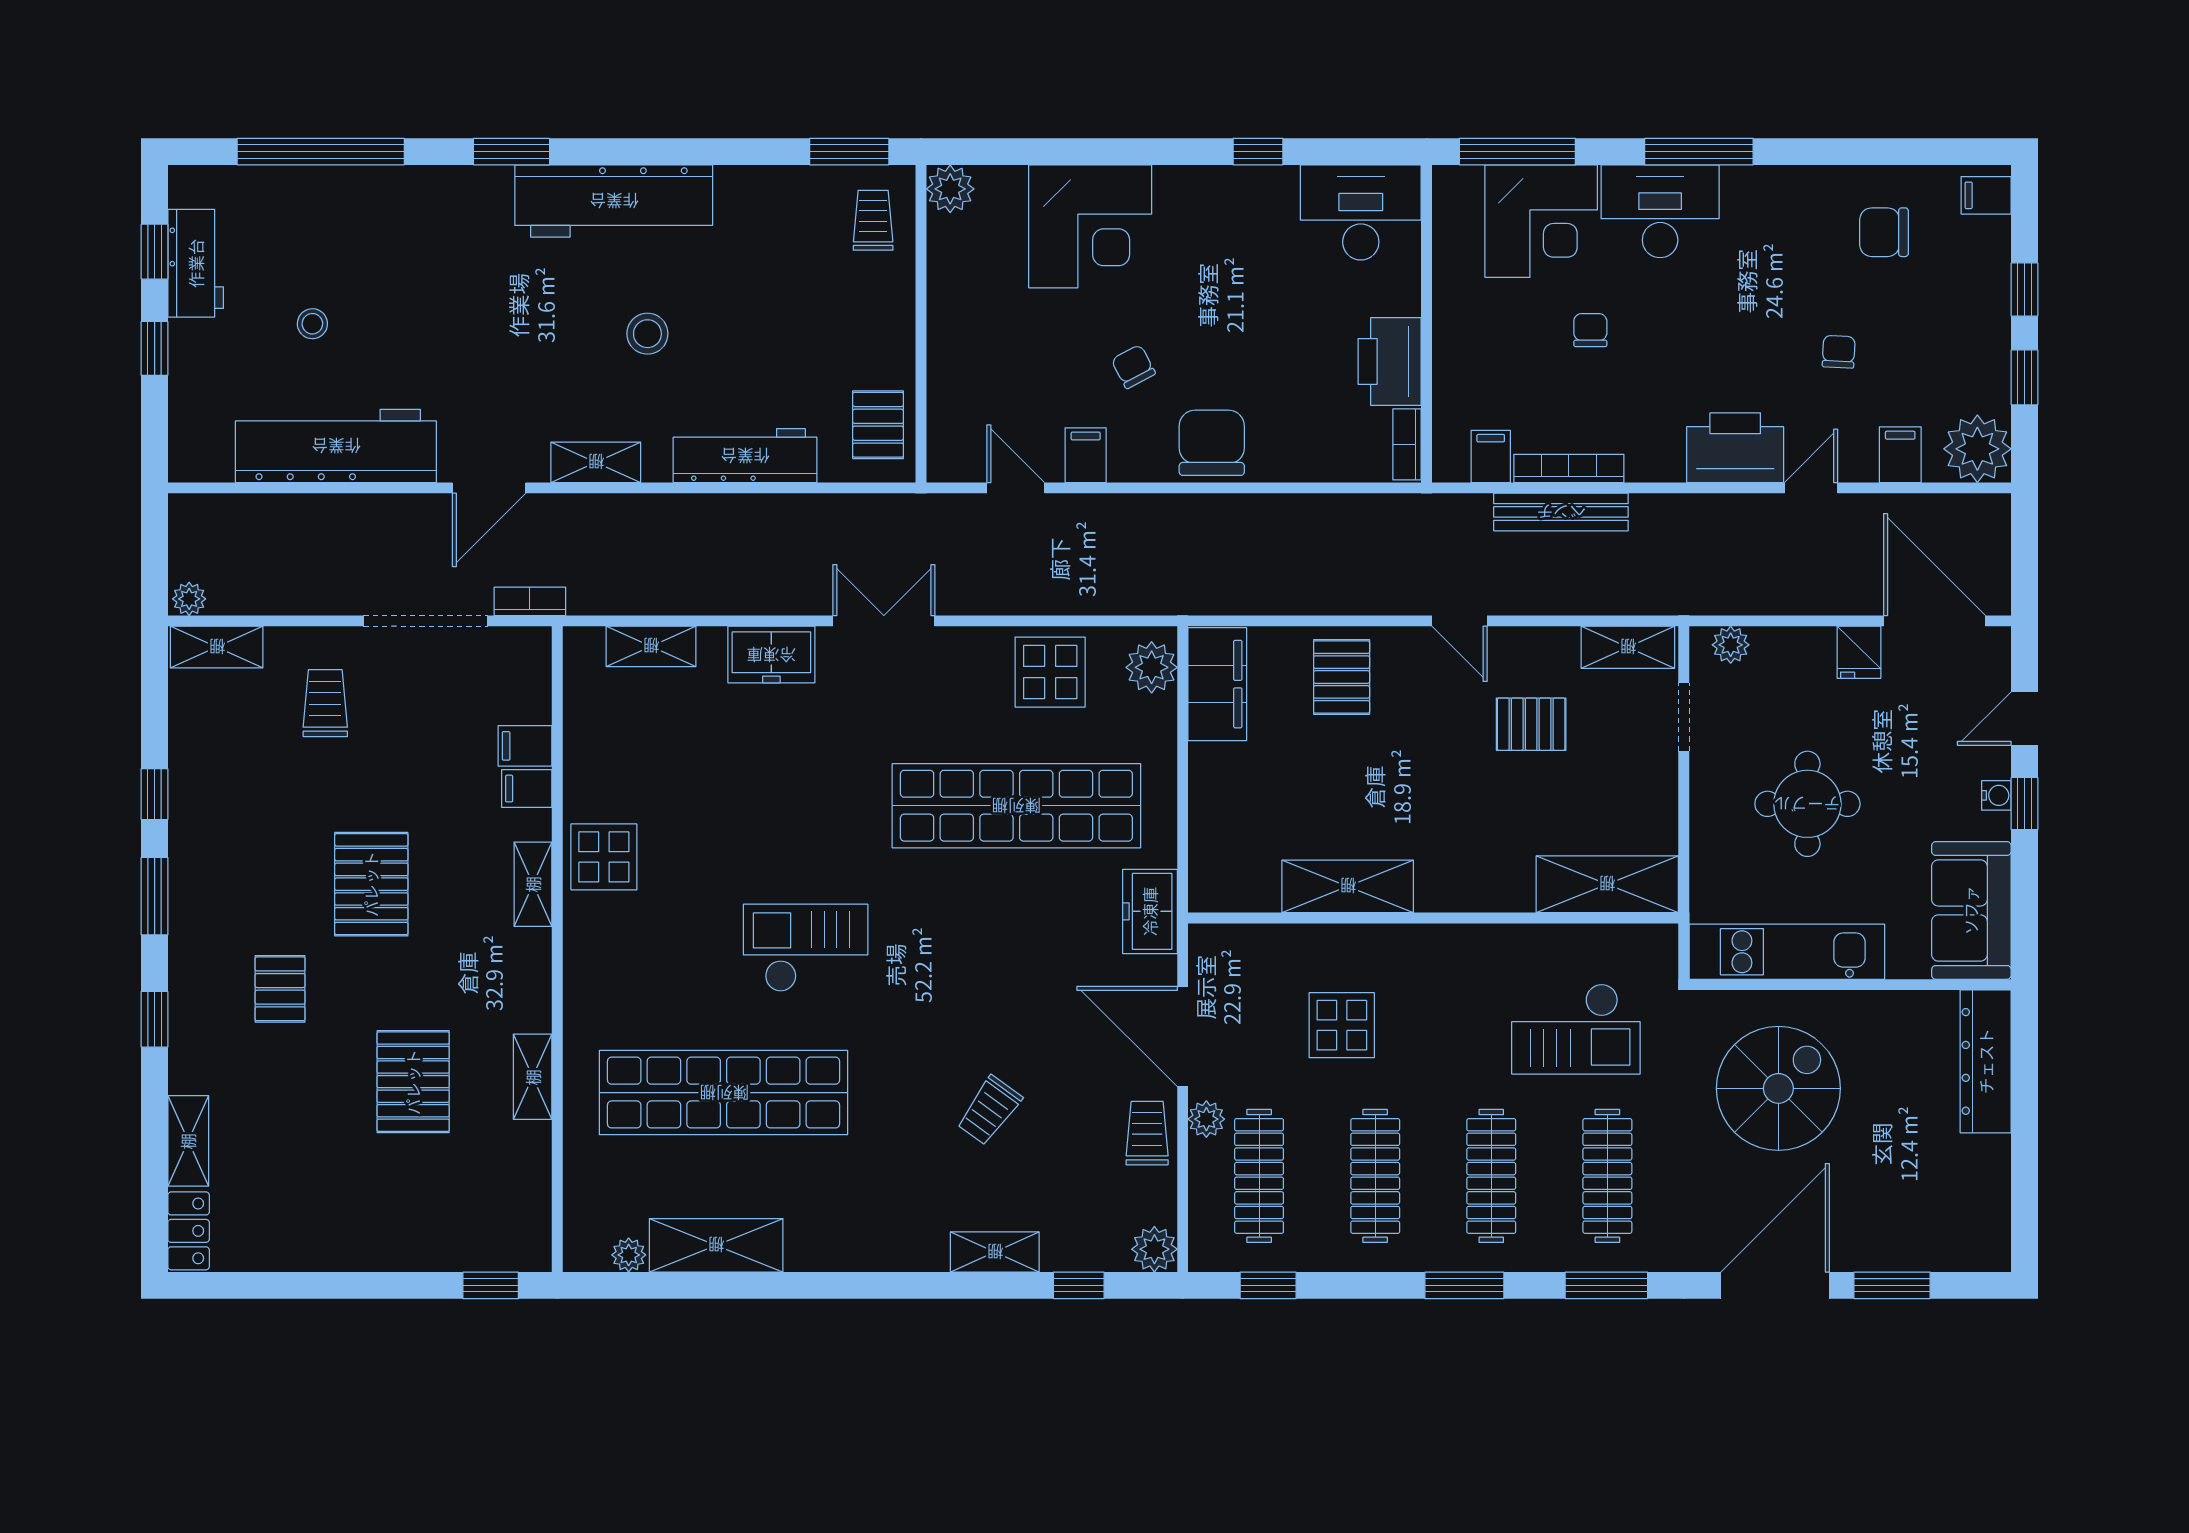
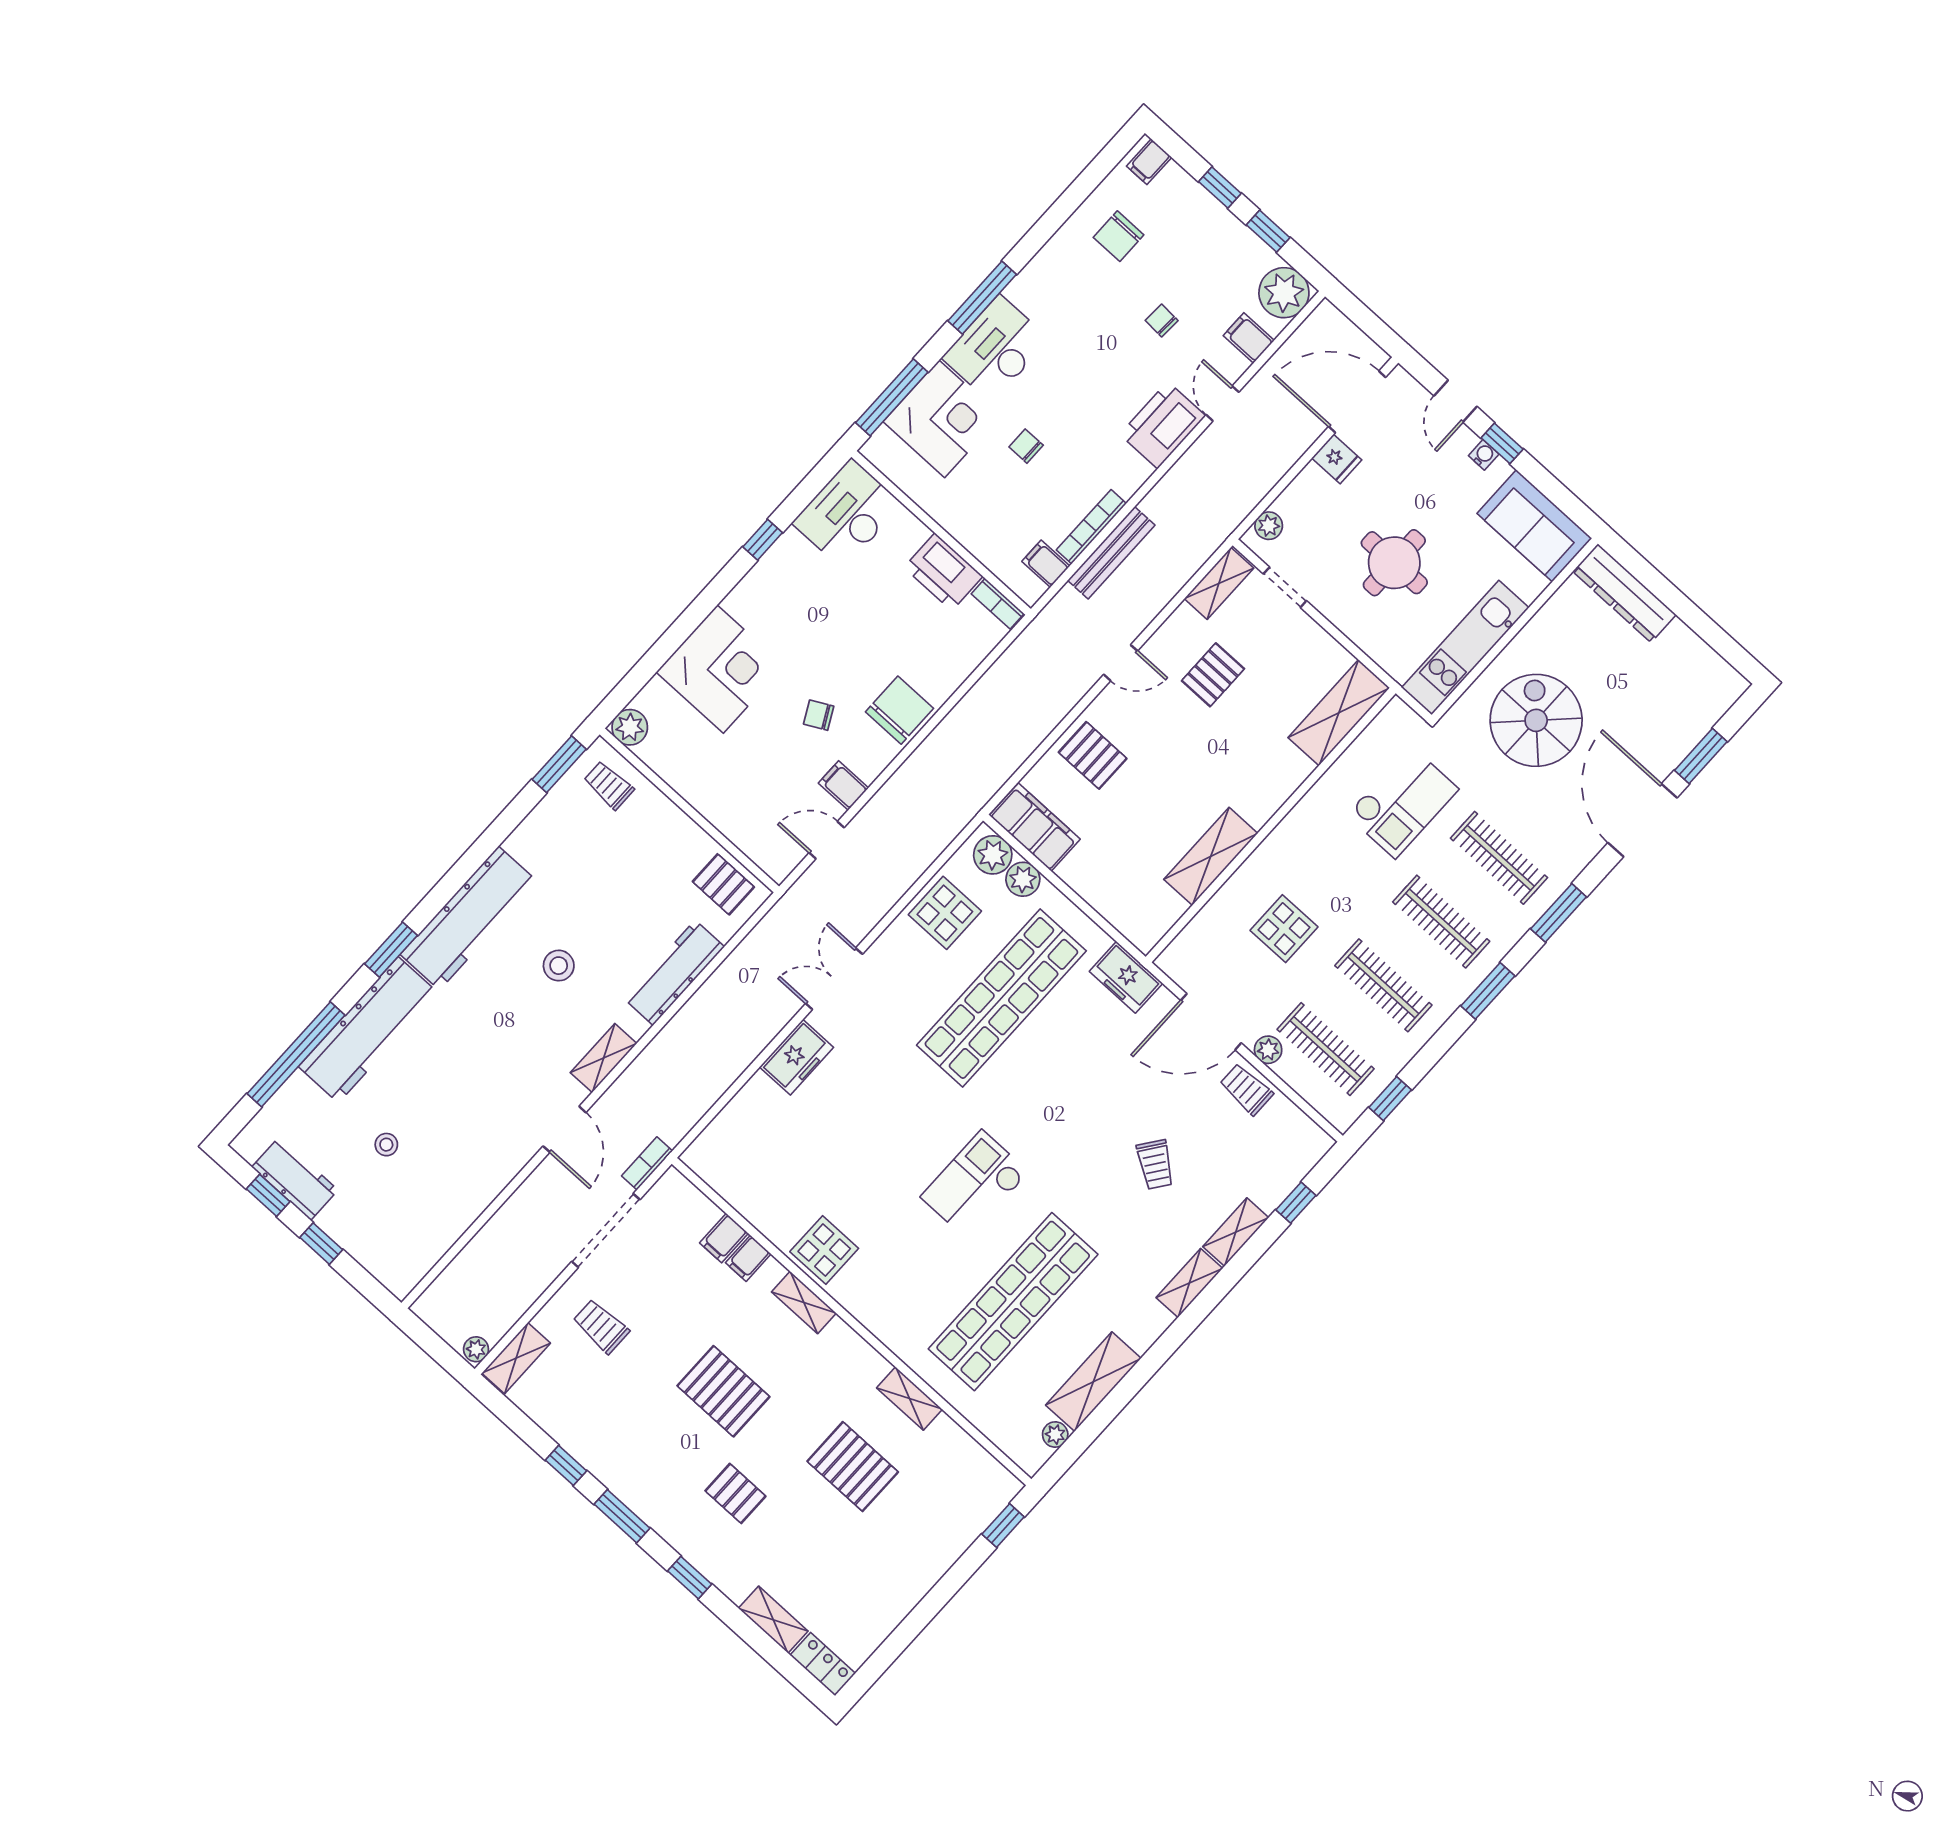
chair: (1212, 443) -> (899, 710), turned 90
workbench: (336, 446) -> (368, 1030), moved, turned 180
shelving: (651, 646) -> (1189, 1283), moved
plant: (1154, 1249) -> (1023, 879), moved

